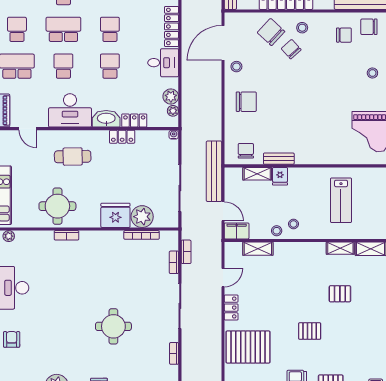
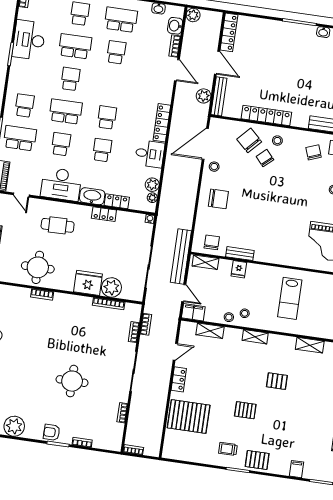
chair: (344, 35) -> (313, 152), turned -110
shelving: (257, 174) -> (205, 262), moved
shelving: (340, 248) -> (255, 337), moved

